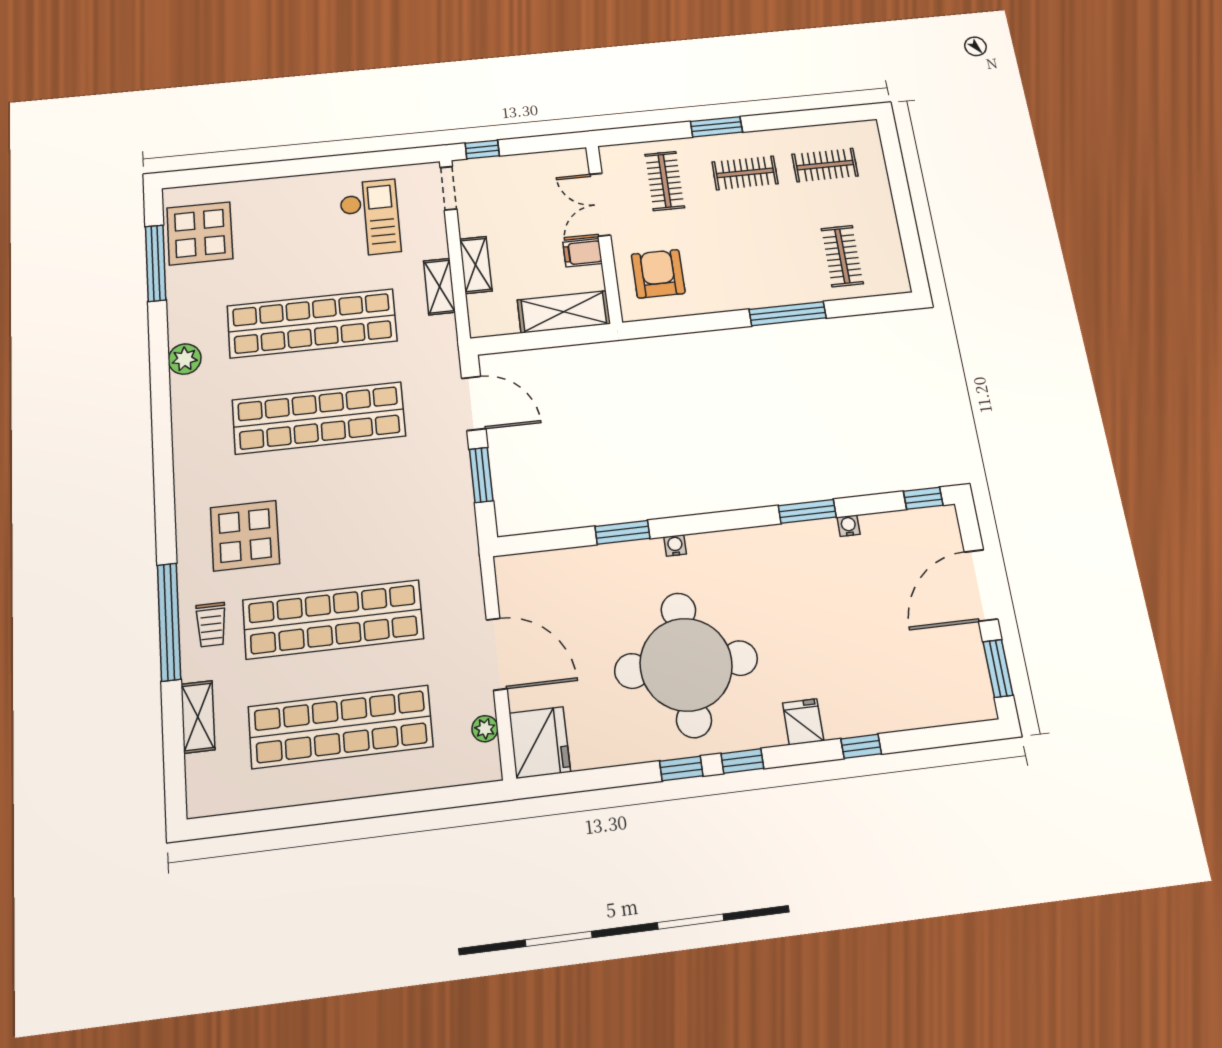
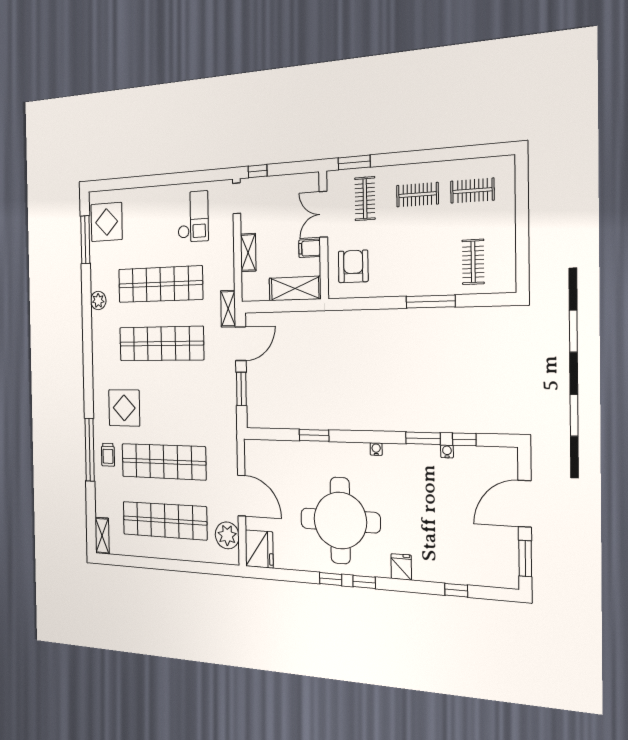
window: (716, 127) -> (354, 162), moved
shelving: (439, 287) -> (228, 309), moved
door: (474, 403) -> (241, 344), hinge flipped
window: (923, 498) -> (464, 439), moved
water cooler: (675, 546) -> (376, 449), moved
shelving: (198, 717) -> (102, 536), moved
plant: (485, 729) -> (227, 535), width x1.88, depth x1.88
window: (861, 746) -> (456, 590), moved

